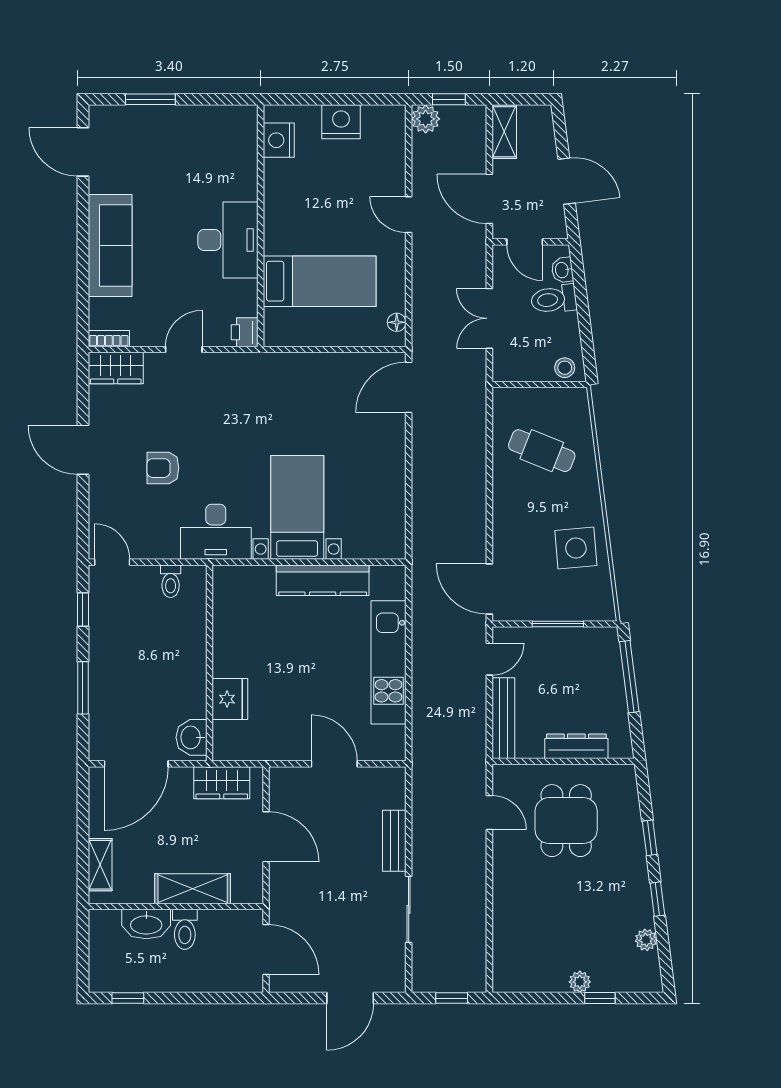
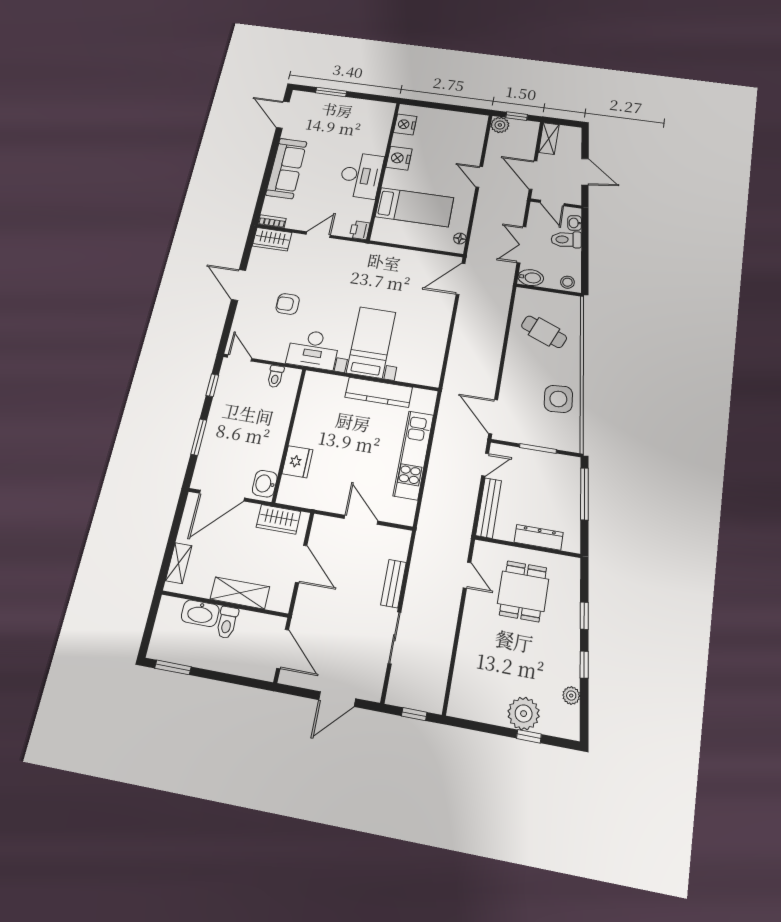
nightstand: (341, 122) -> (399, 158), moved, turned -90
bidet: (511, 369) -> (531, 278), added
plant: (580, 982) -> (524, 714), width x1.88, depth x1.88
window: (128, 998) -> (173, 667), width x1.50

